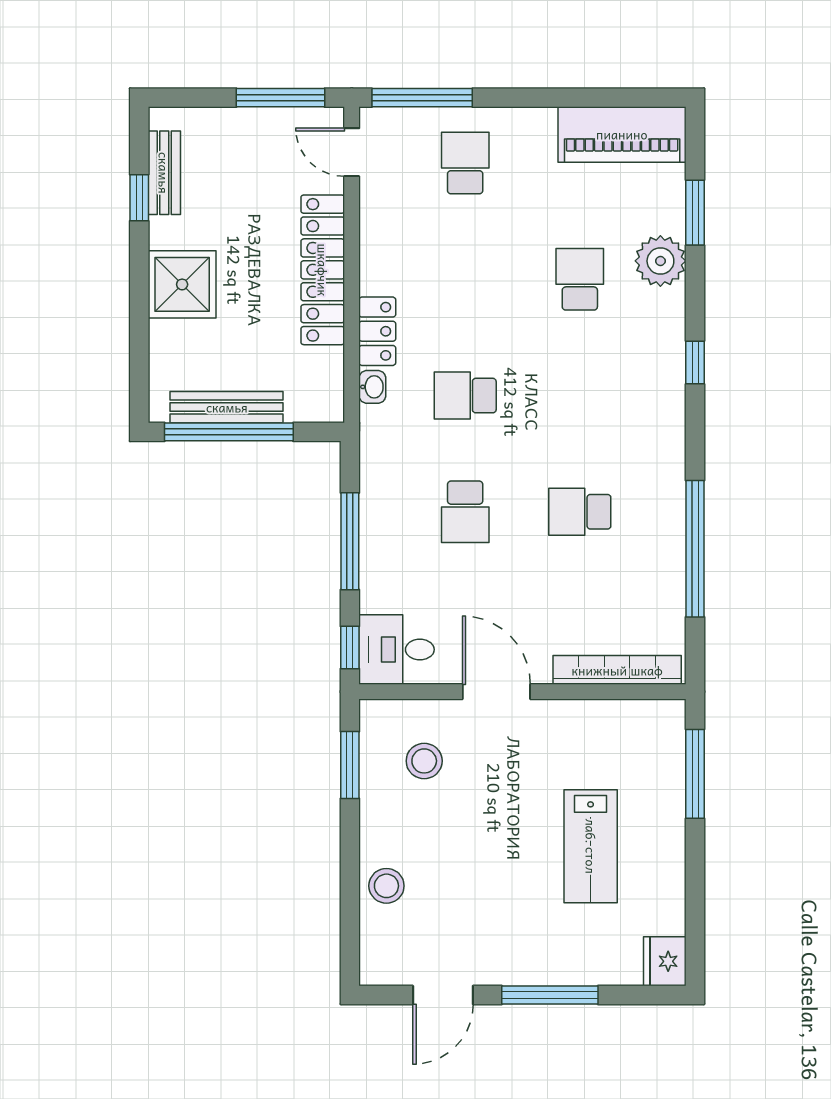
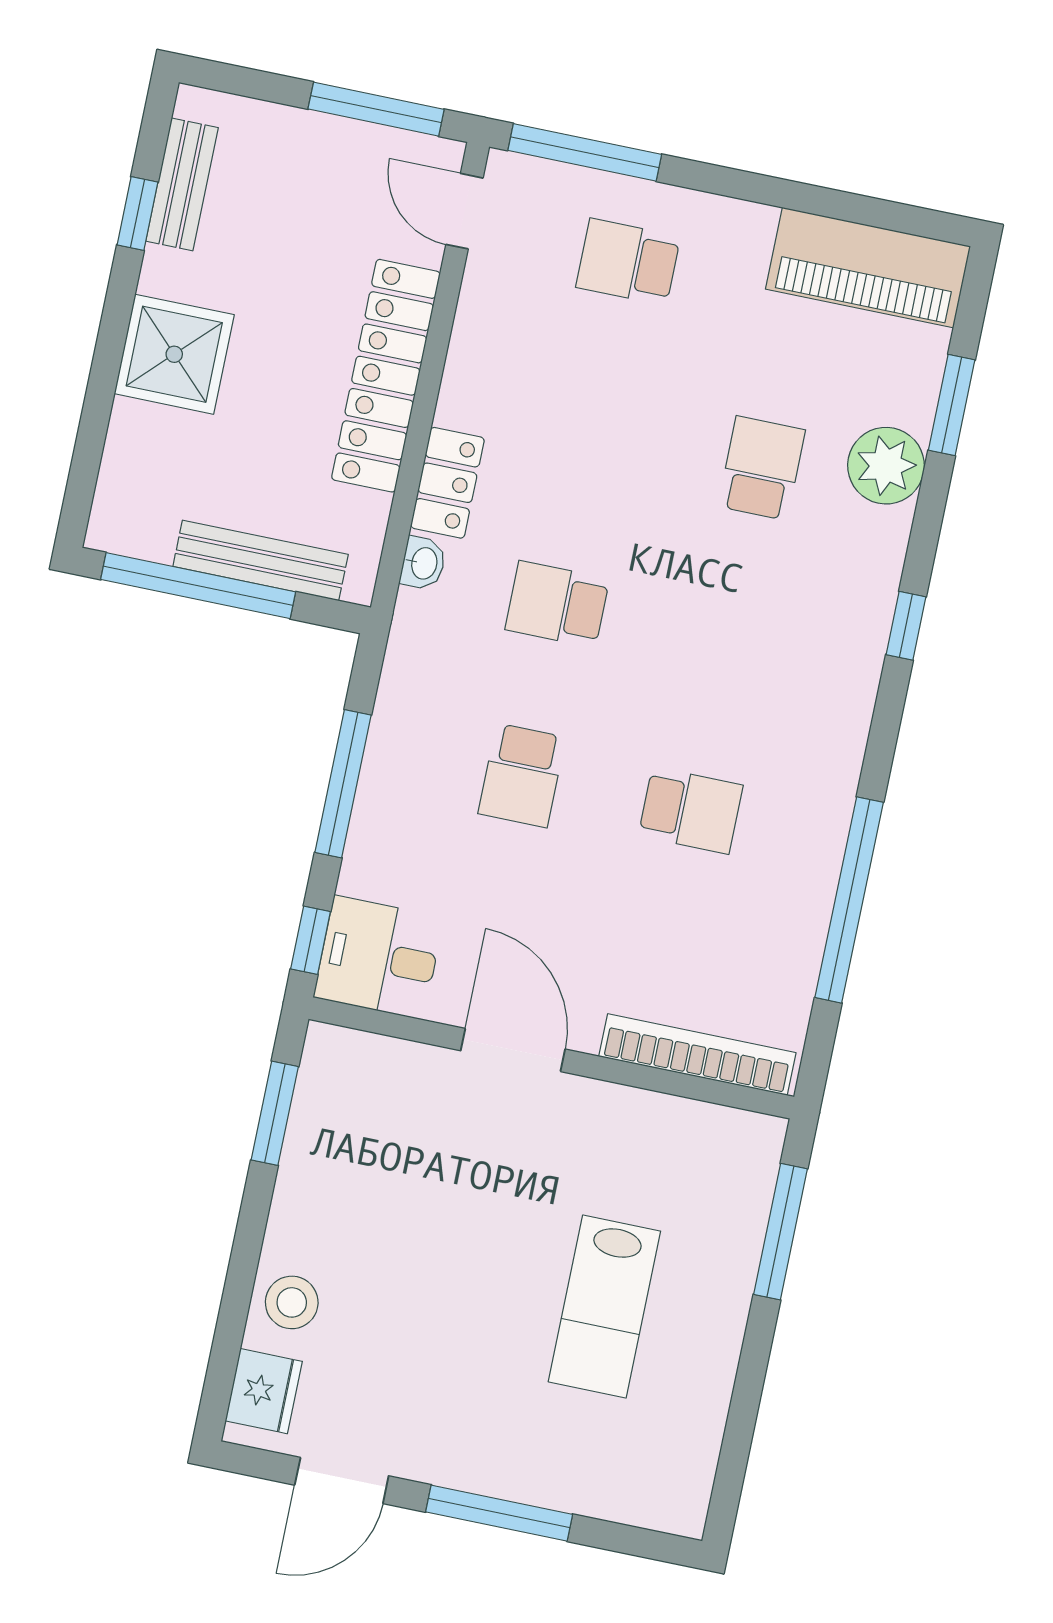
school desk: (465, 163) -> (628, 262), turned -90
bench: (227, 407) -> (261, 560), moved
school desk: (580, 512) -> (691, 810), turned 180
stool: (424, 761) -> (385, 1130), removed
fridge: (665, 961) -> (264, 1391), moved, turned 180

